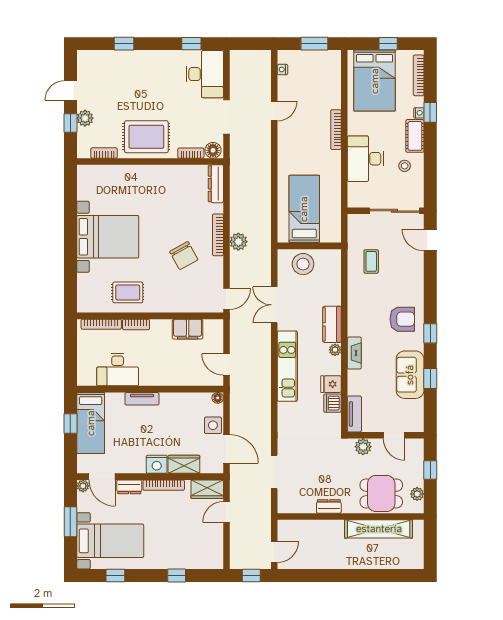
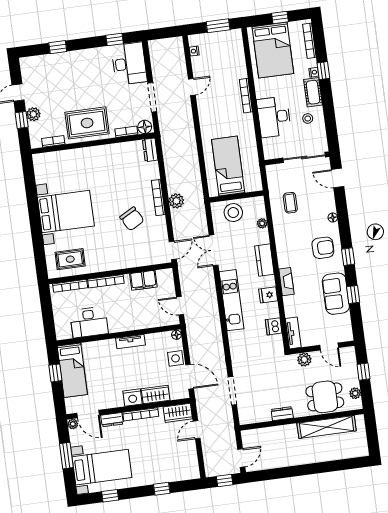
dresser: (216, 184) -> (150, 150), width x0.70
floor lamp: (418, 285) -> (333, 218), added
rug: (128, 292) -> (70, 259), moved
bookcase: (136, 324) -> (106, 281), width x1.56
plant: (335, 350) -> (262, 223), moved
fridge: (331, 384) -> (268, 295), moved
tv unit: (142, 399) -> (130, 342), moved

